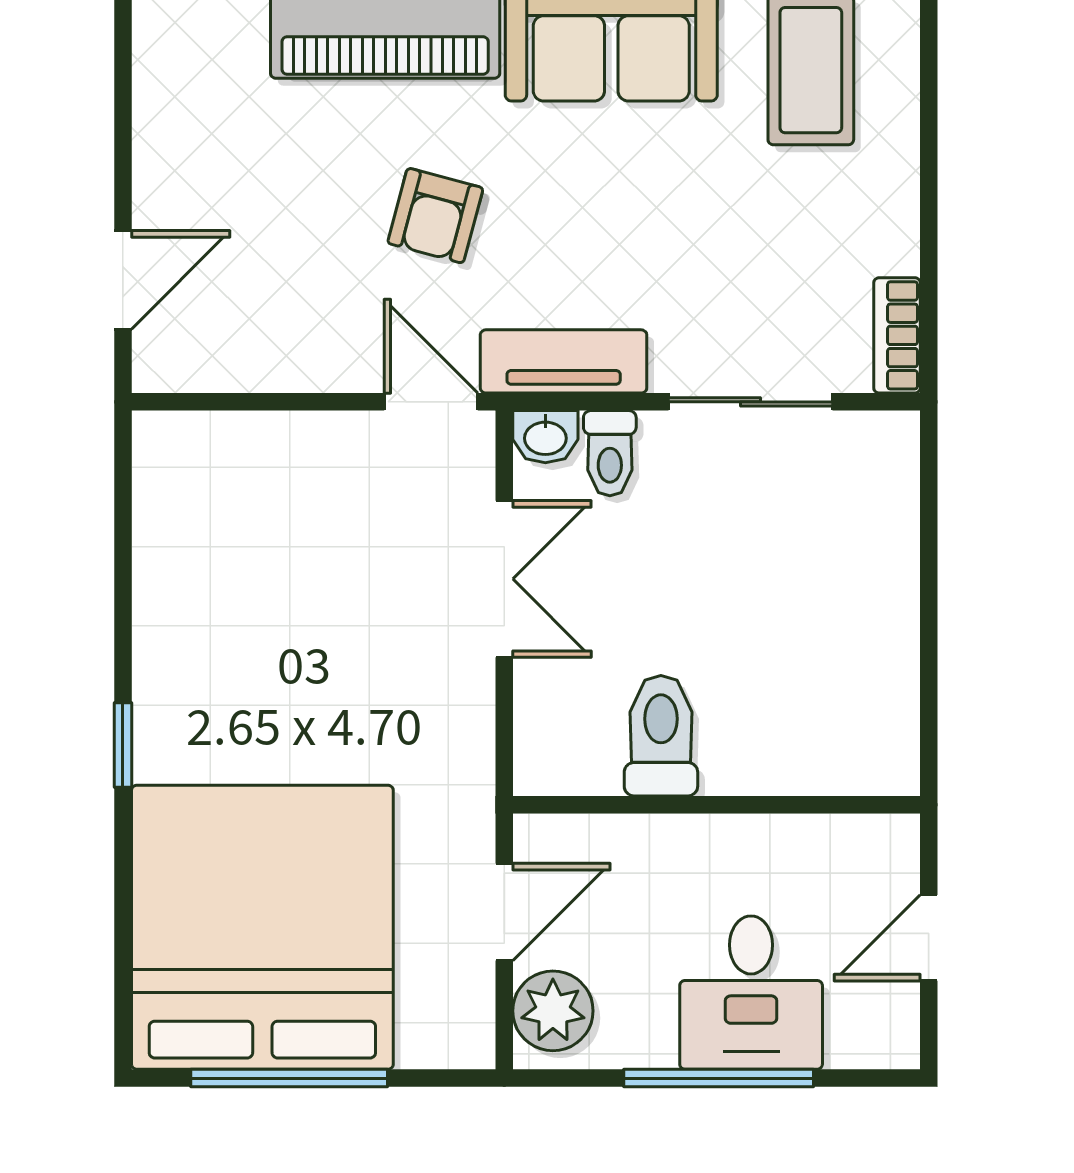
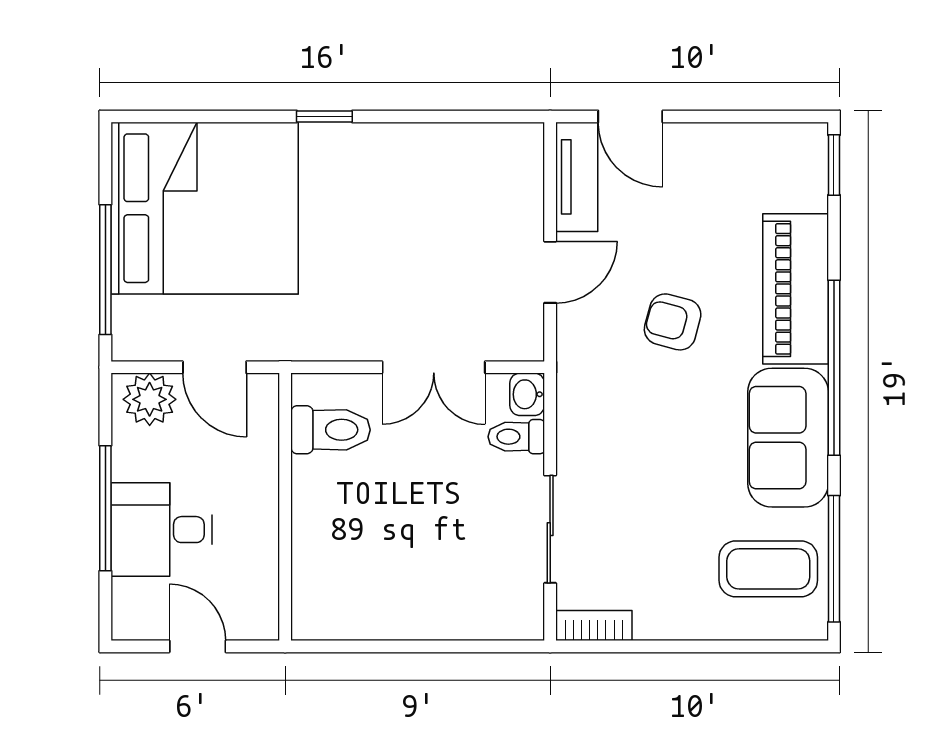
tv unit: (564, 361) -> (577, 177), moved
door: (431, 402) -> (550, 272), moved
toilet: (661, 736) -> (331, 430), moved
window: (289, 1078) -> (105, 270), moved

